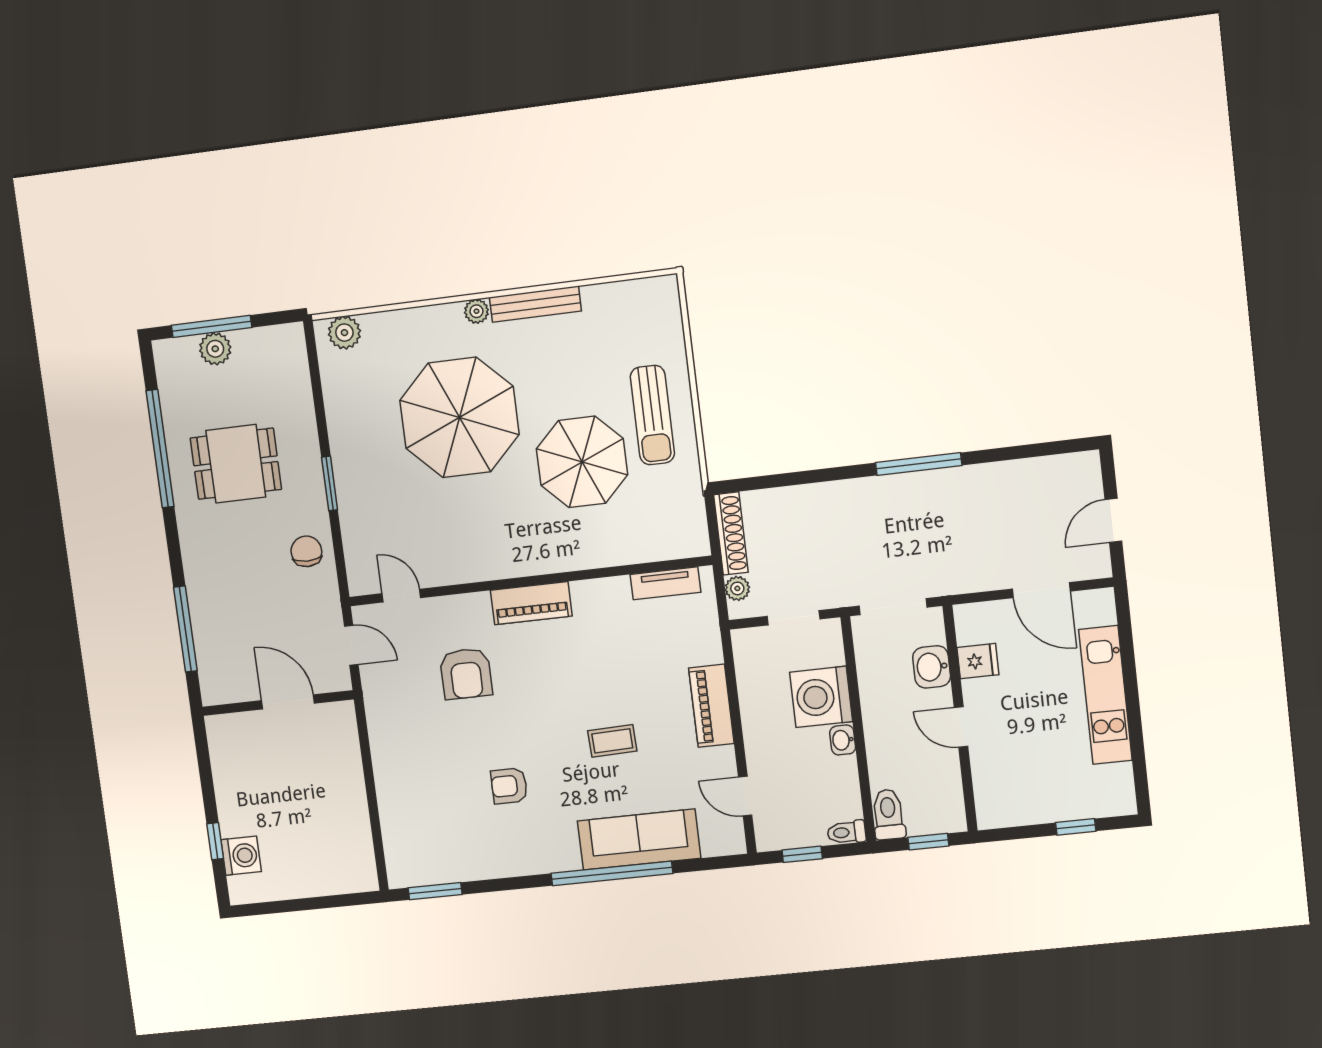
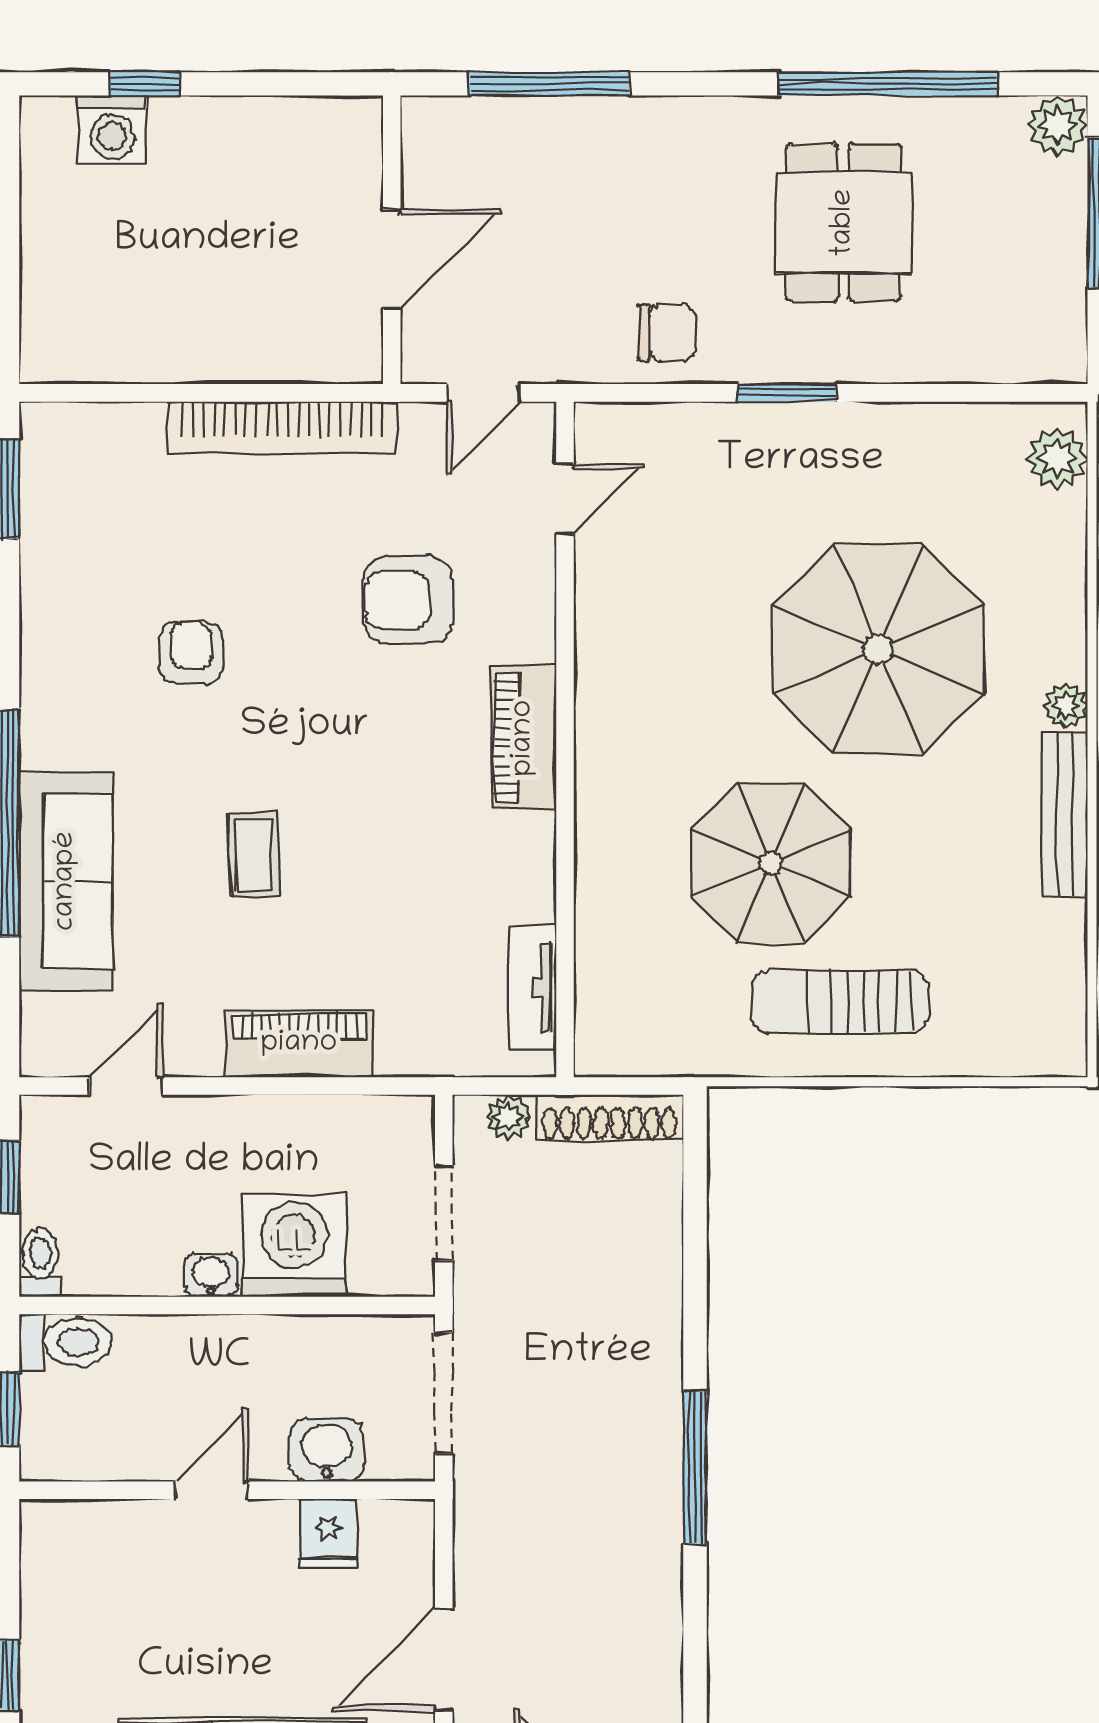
plant: (215, 349) -> (1058, 125), moved
bookcase: (384, 750) -> (282, 427), added

